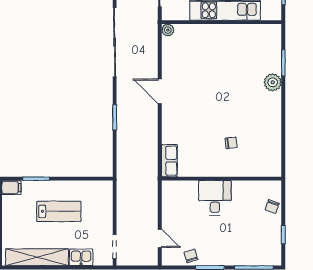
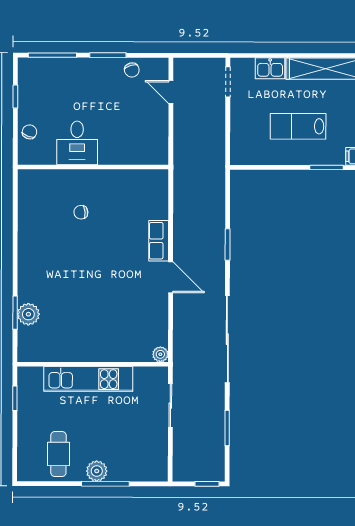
plant: (273, 82) -> (28, 314), moved
row of seats: (169, 161) -> (159, 241), moved
desk: (215, 198) -> (77, 143), moved

